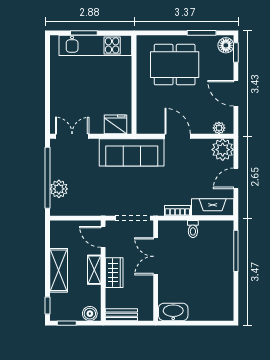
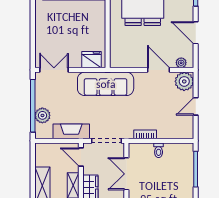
door: (178, 136) -> (158, 70), moved
fireplace: (213, 207) -> (71, 131), moved

